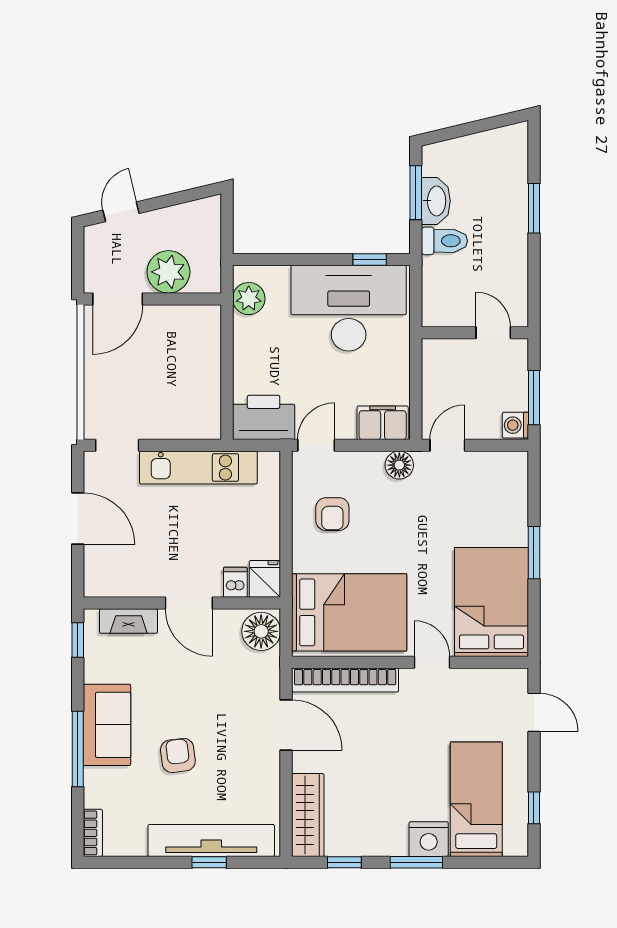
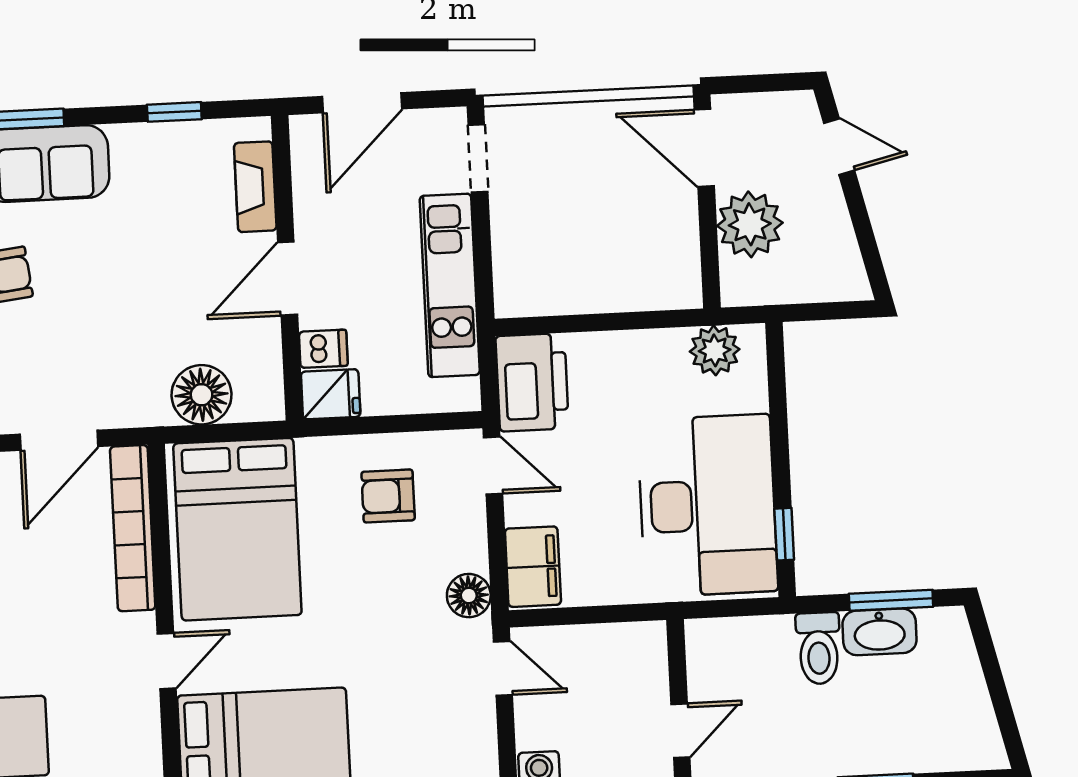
fridge: (265, 579) -> (331, 394), moved
dishwasher: (235, 582) -> (323, 349), moved
wall: (182, 603) -> (287, 268), moved
door: (189, 603) -> (288, 279), moved
fireplace: (129, 621) -> (255, 187), moved

